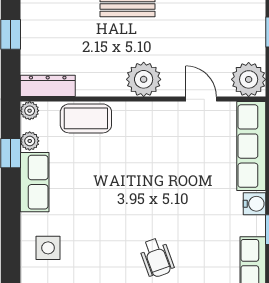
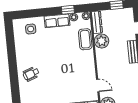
plant: (144, 79) -> (102, 41), moved
door: (201, 99) -> (98, 86), hinge flipped

